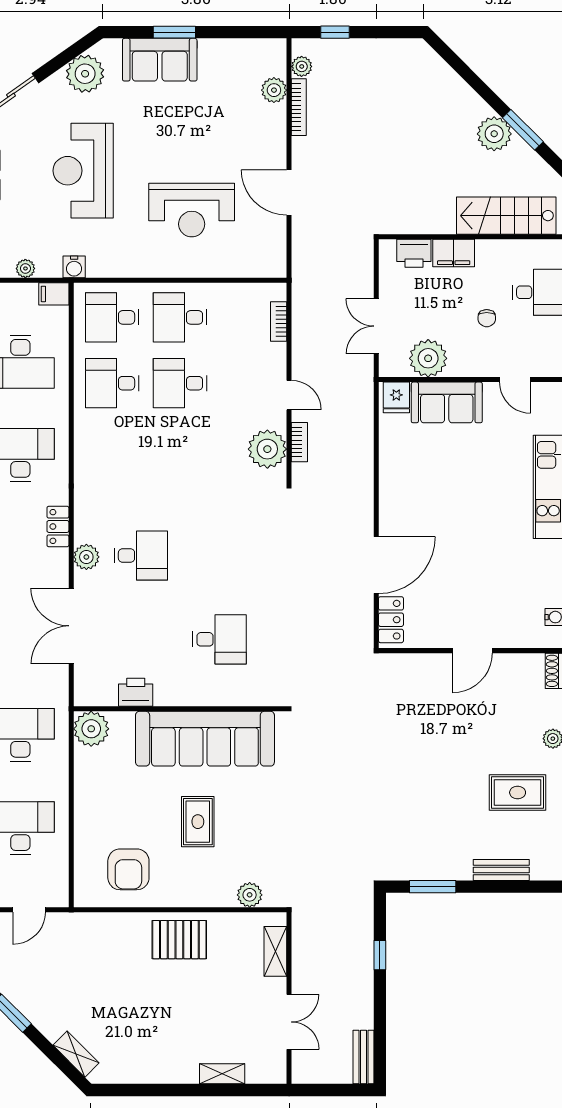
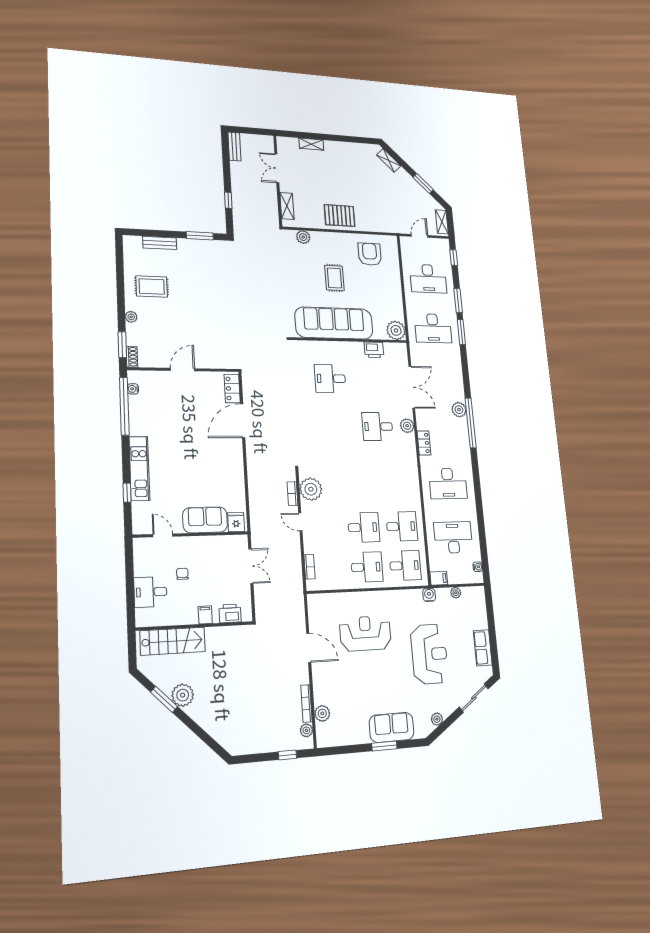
plant: (85, 74) -> (437, 719), width x0.53, depth x0.53
filing cabinet: (454, 253) -> (205, 615), width x0.50
plant: (428, 358) -> (218, 547), removed

